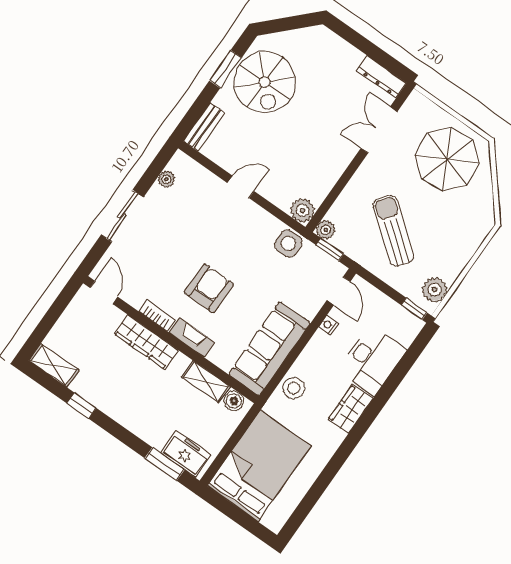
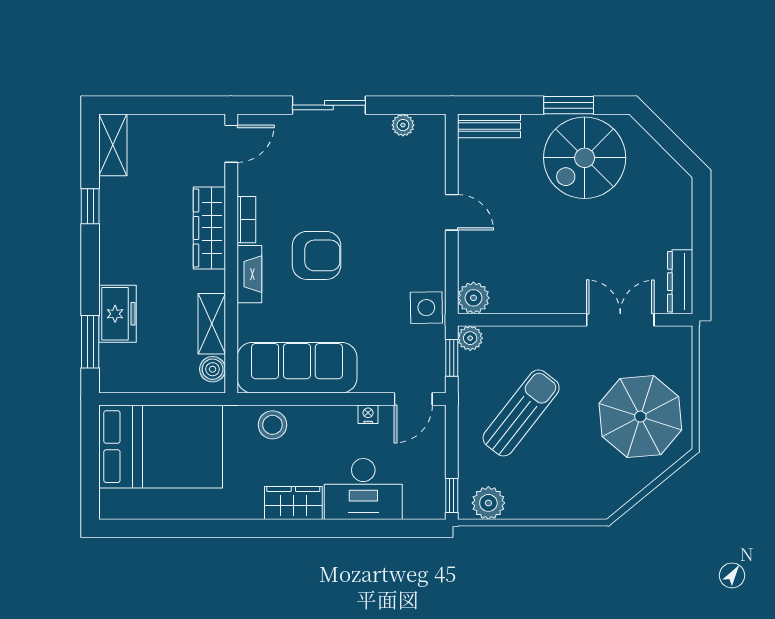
freezer: (186, 454) -> (118, 314), moved

